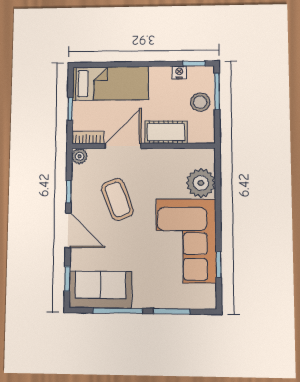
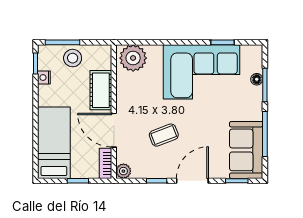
plant: (201, 183) -> (133, 58), moved
coffee table: (117, 199) -> (164, 135), width x0.73, depth x0.77
floor lamp: (178, 302) -> (257, 79), added

